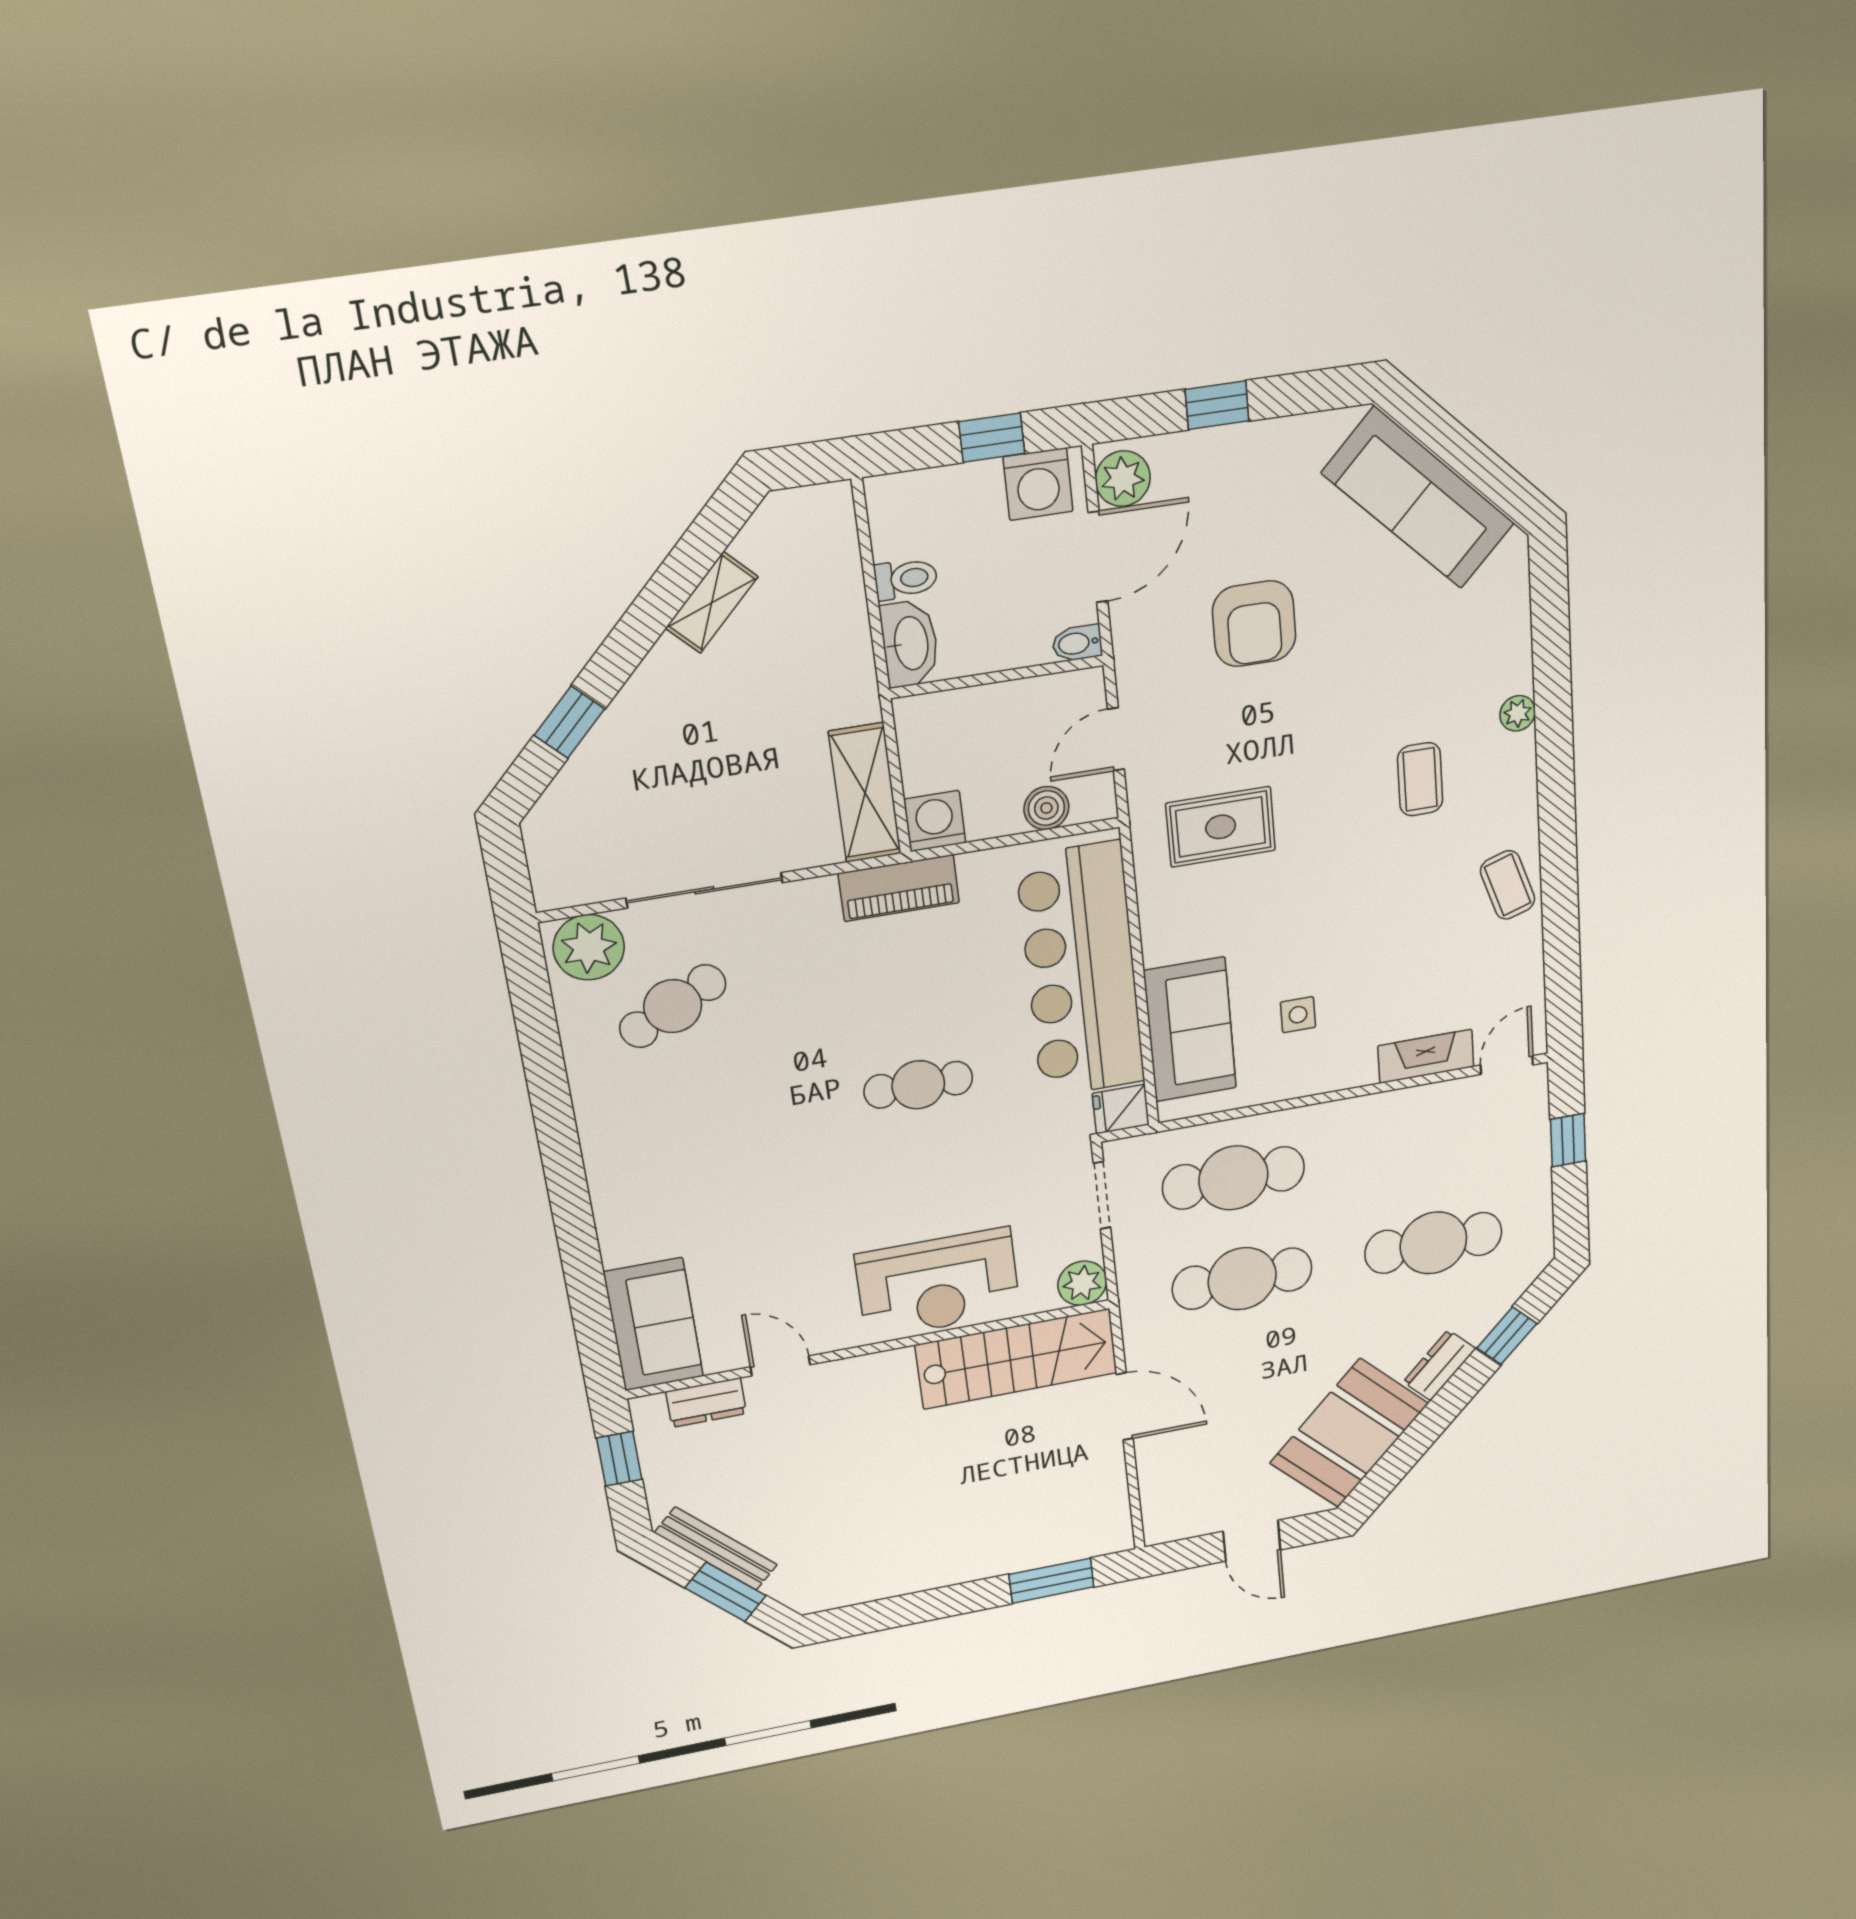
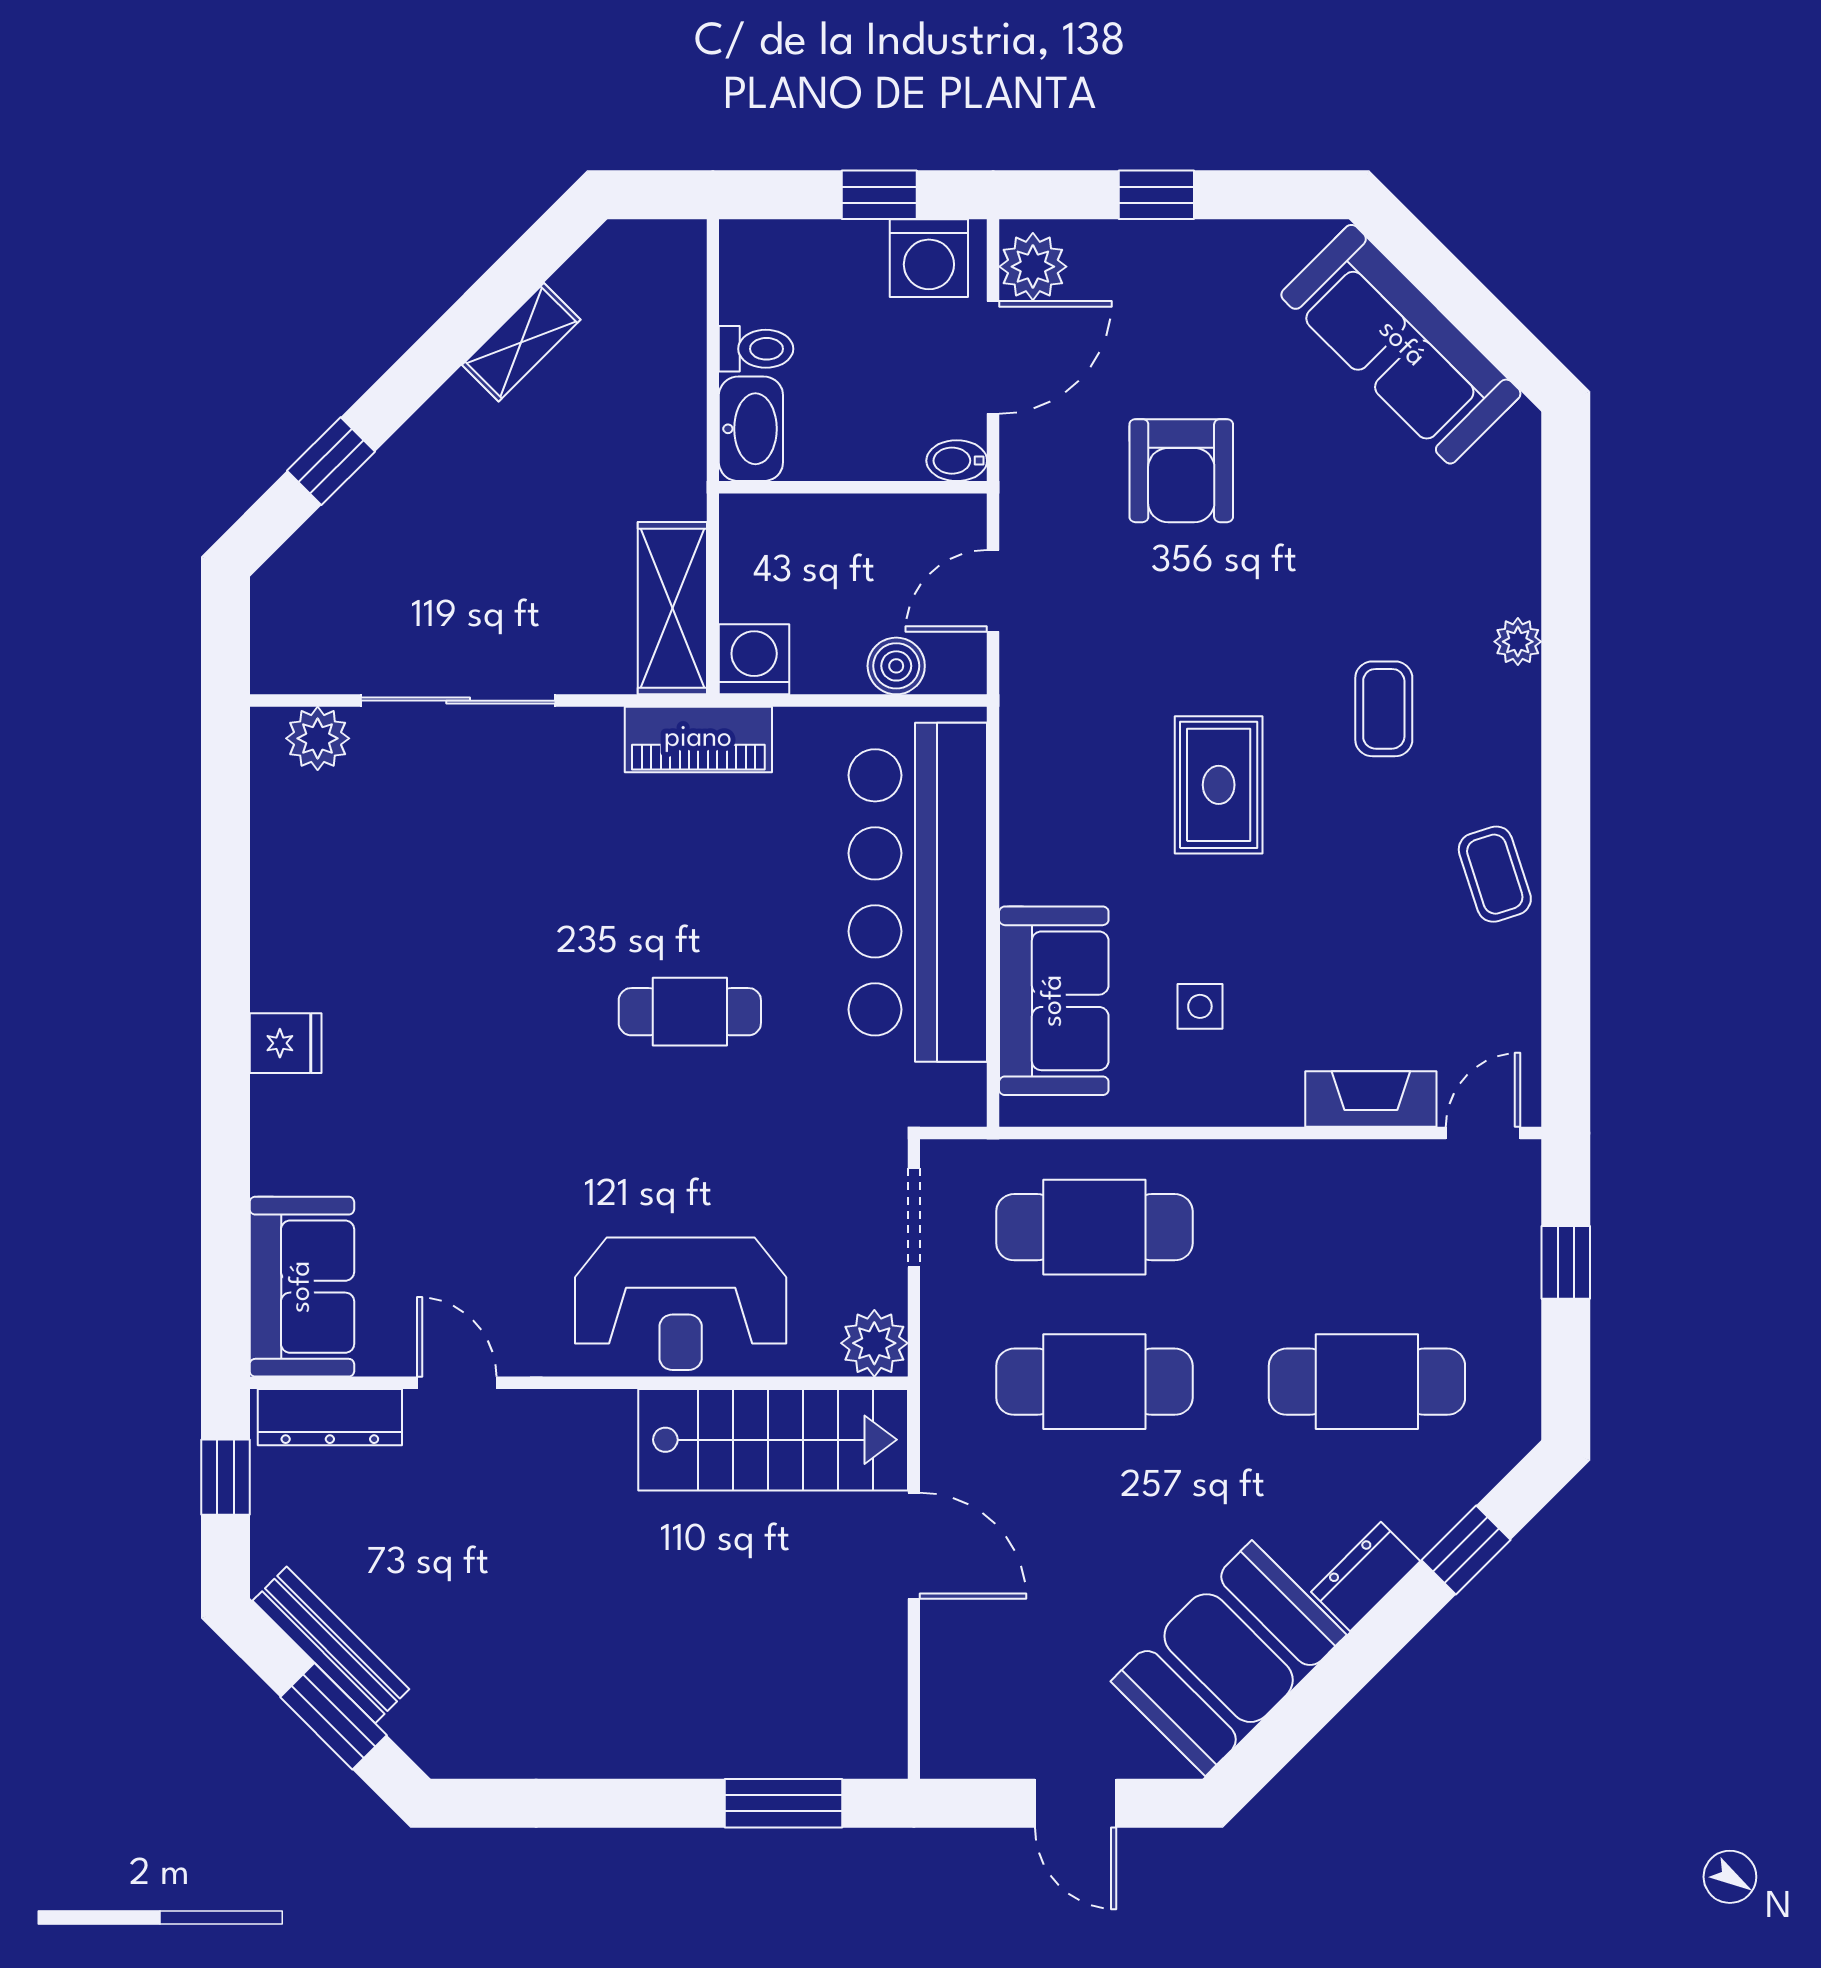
rug: (1221, 827) -> (1219, 785), moved, turned 90
plant: (589, 947) -> (318, 738), width x0.73, depth x0.73
cafe table: (673, 1006) -> (396, 846), removed
fridge: (1121, 1109) -> (286, 1043), moved, turned 180
dresser: (706, 1403) -> (330, 1417), width x1.44

